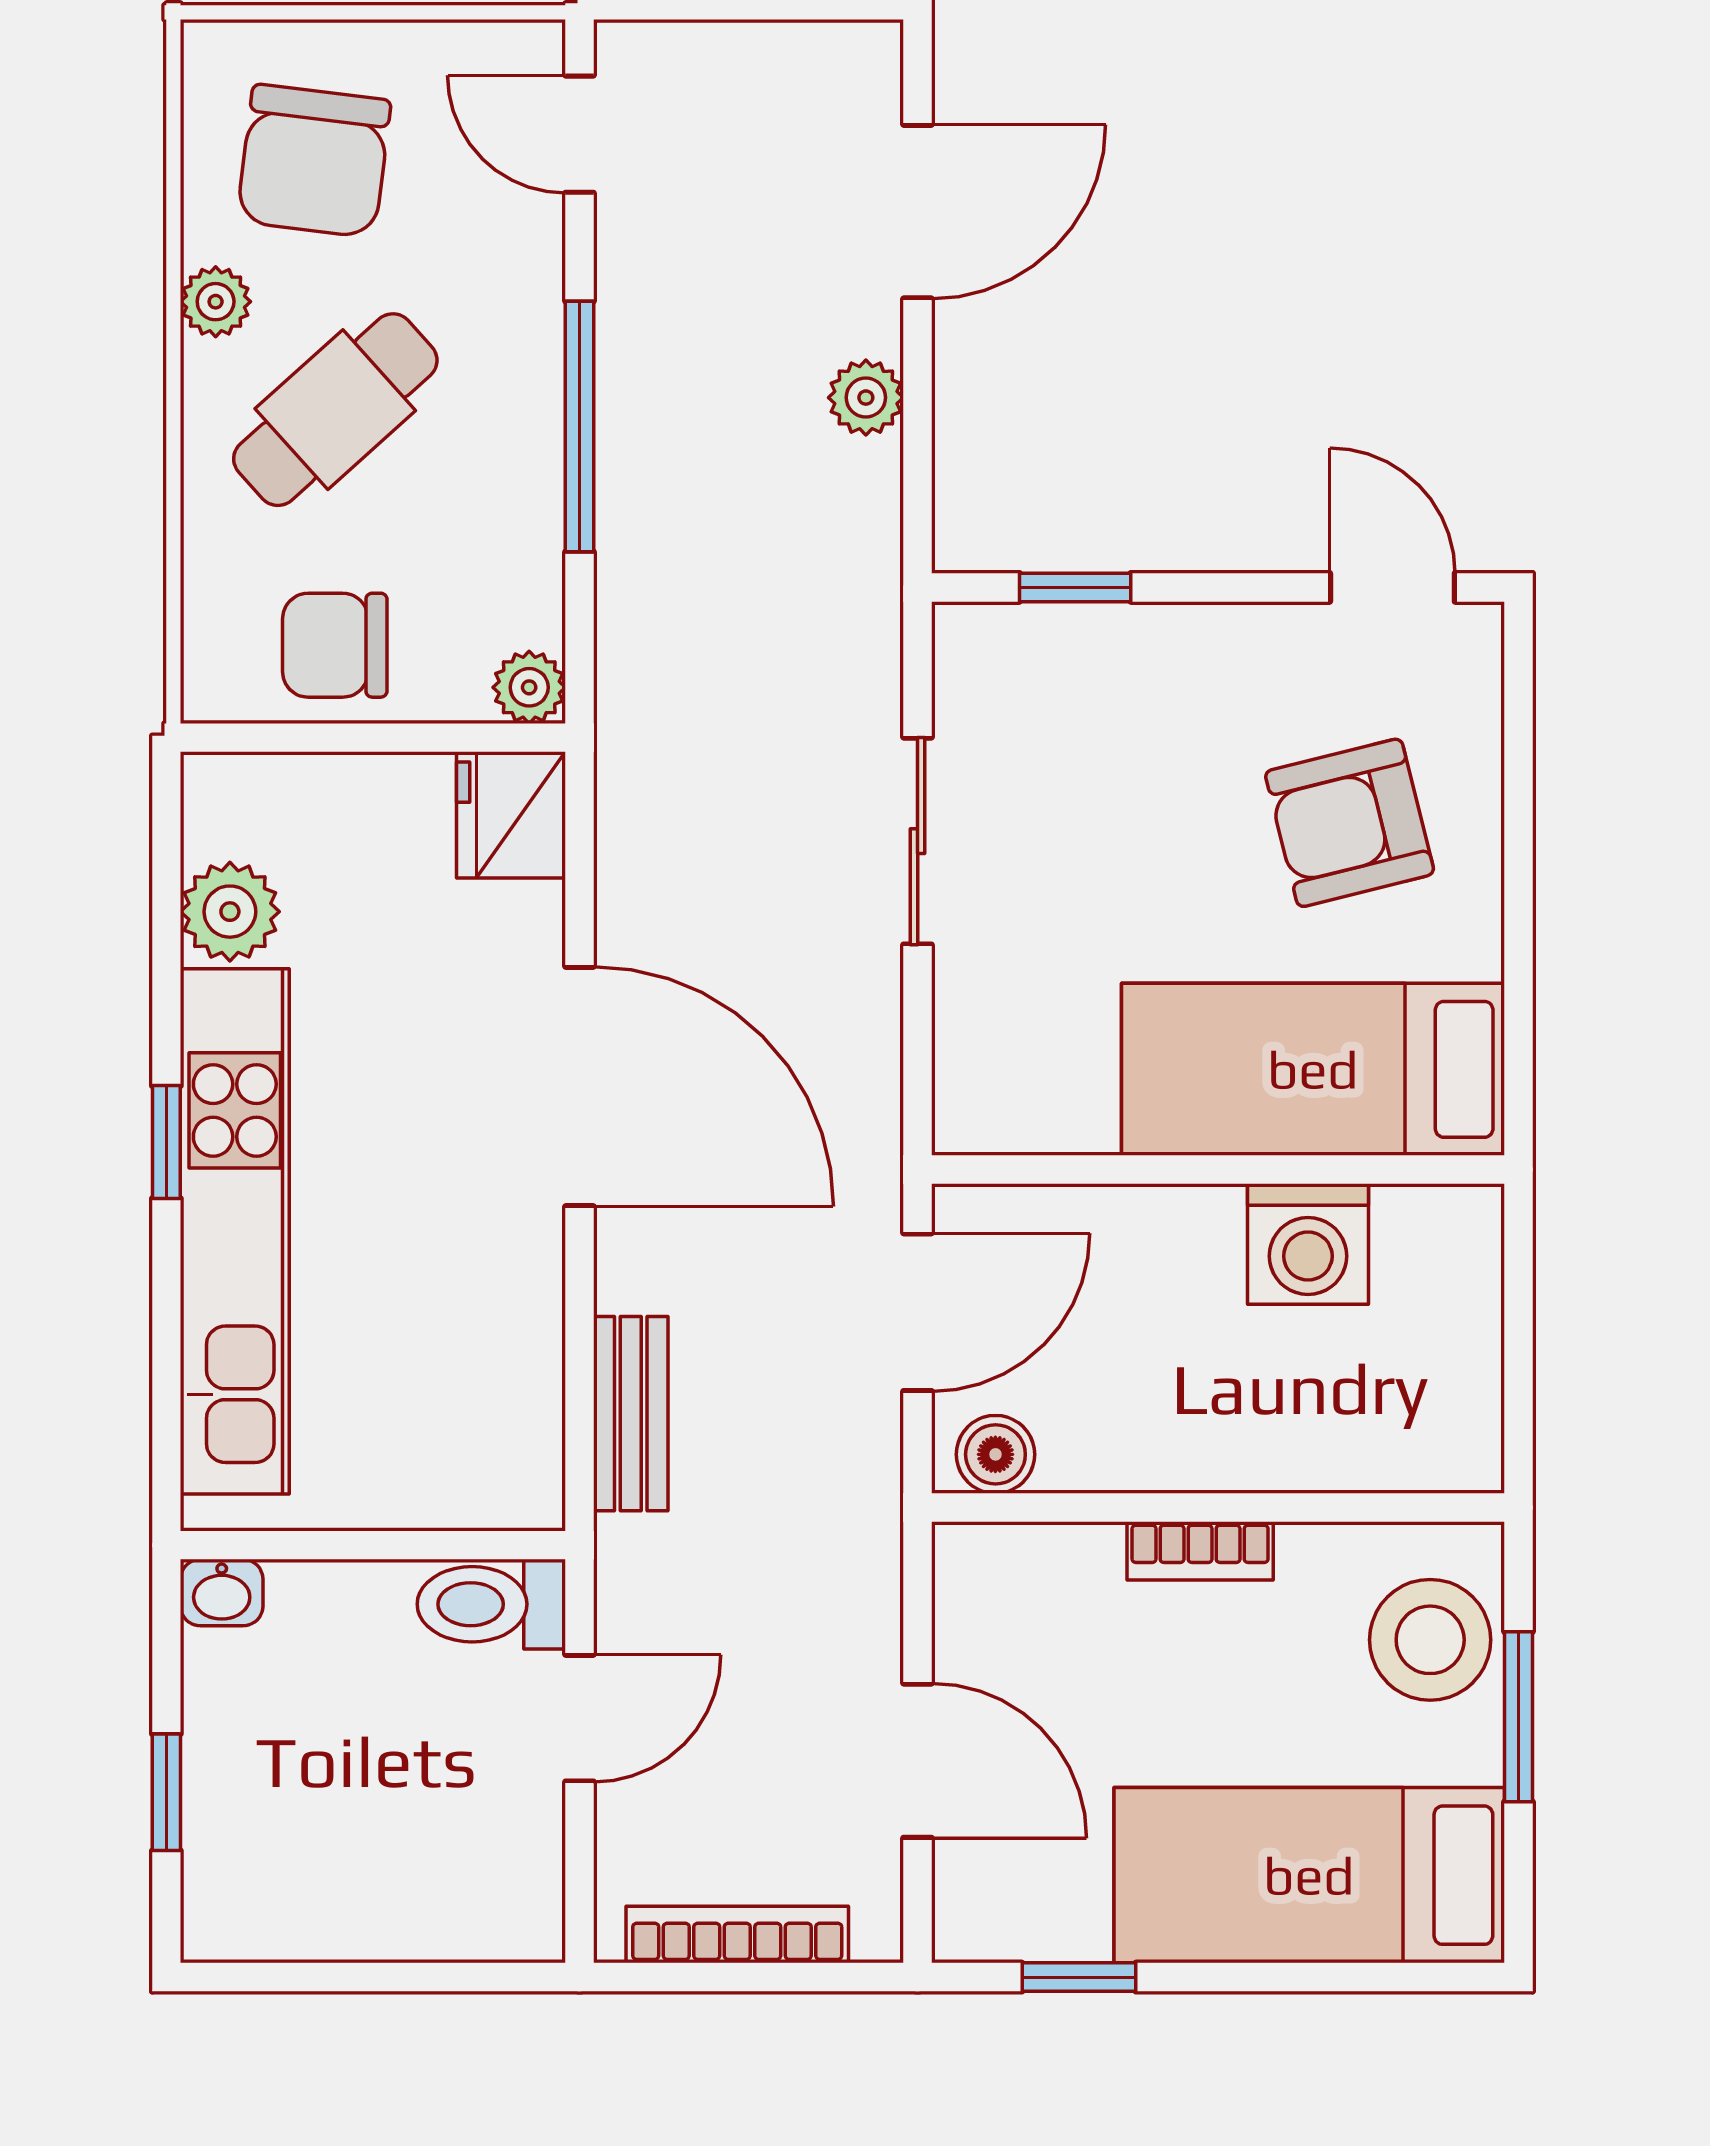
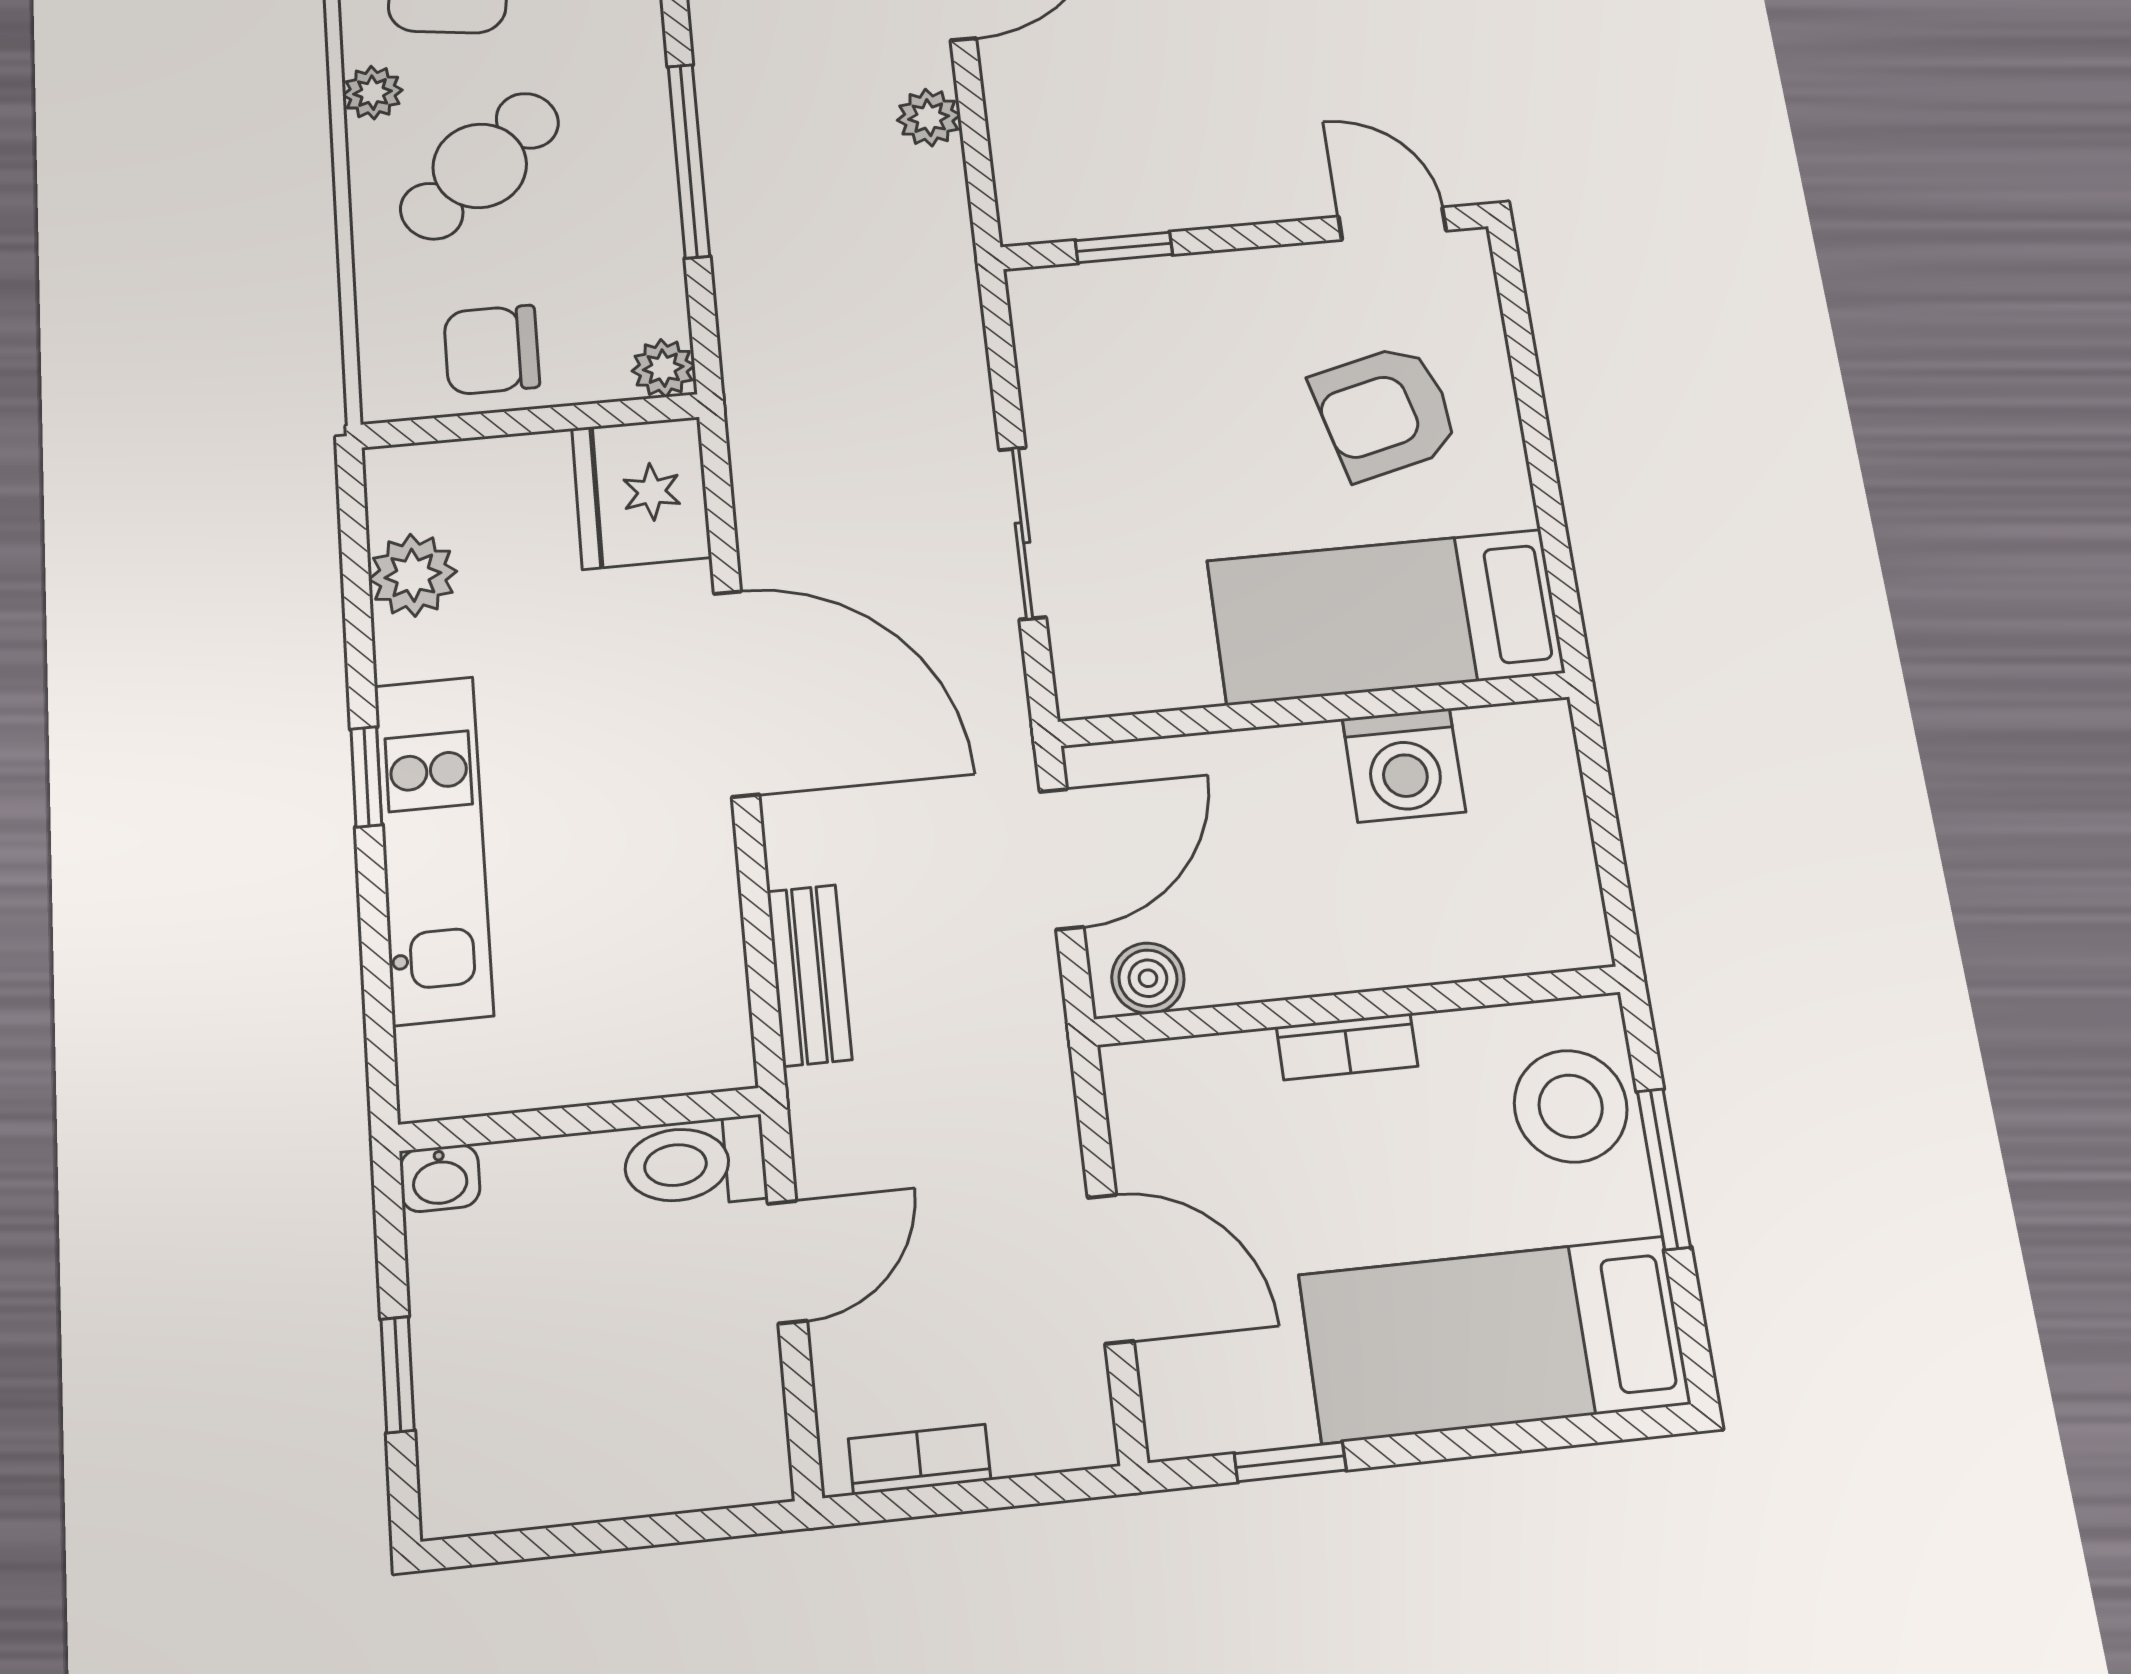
fridge: (511, 815) -> (641, 493), width x1.36, depth x1.34
sliding door: (918, 841) -> (1022, 533), moved
kitchen unit: (235, 1231) -> (433, 849), width x0.73
bookcase: (737, 1935) -> (919, 1459), width x0.64

